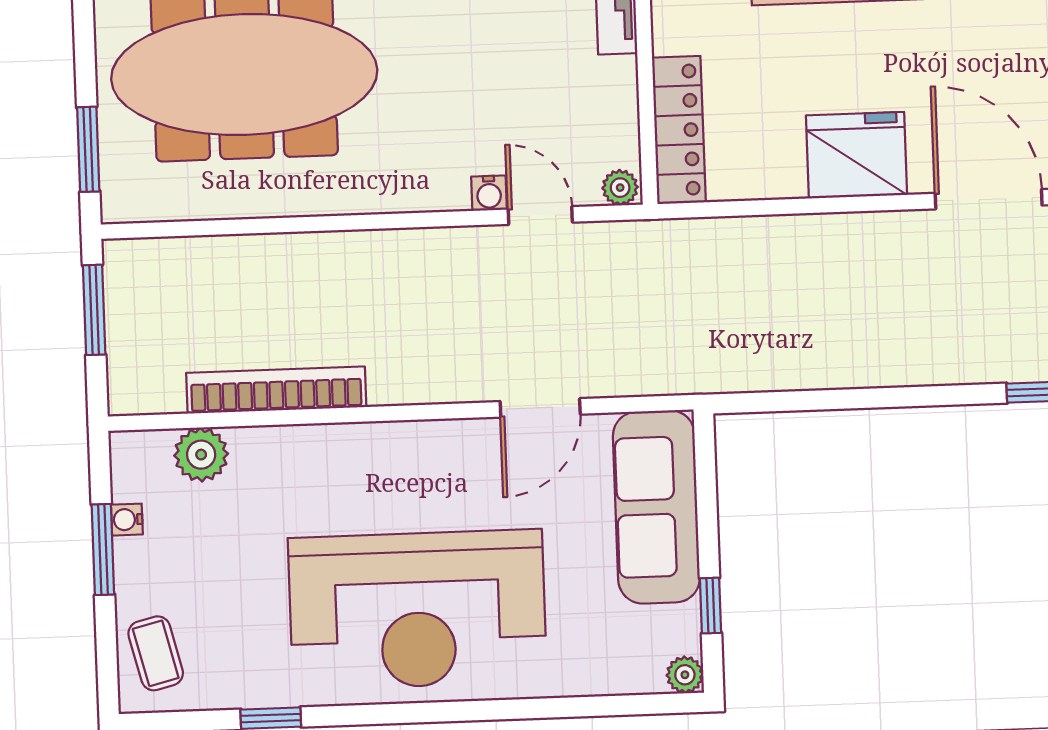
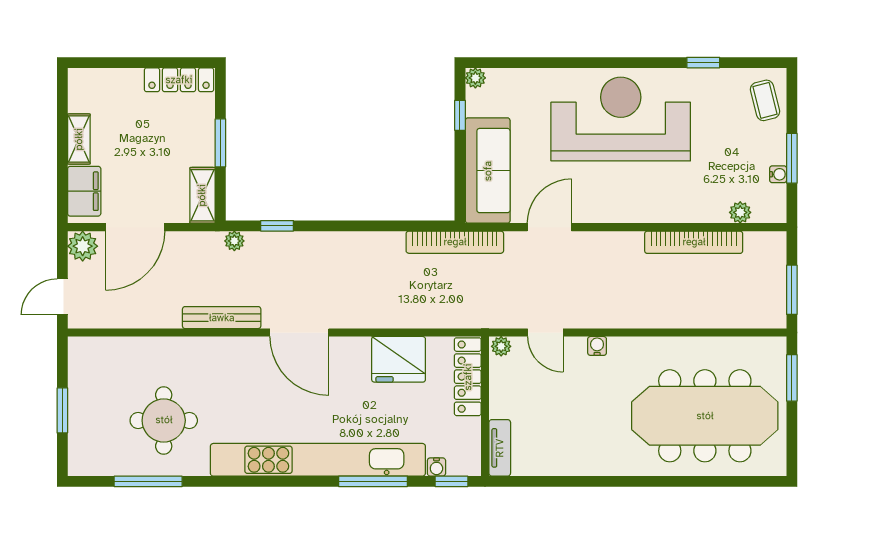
fridge: (856, 155) -> (399, 359), moved
water cooler: (489, 193) -> (597, 346), moved
bookcase: (711, 374) -> (455, 242), added
plant: (201, 455) -> (740, 212), width x0.73, depth x0.73

